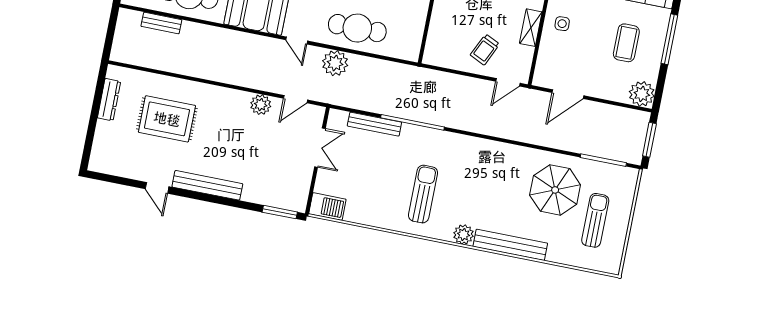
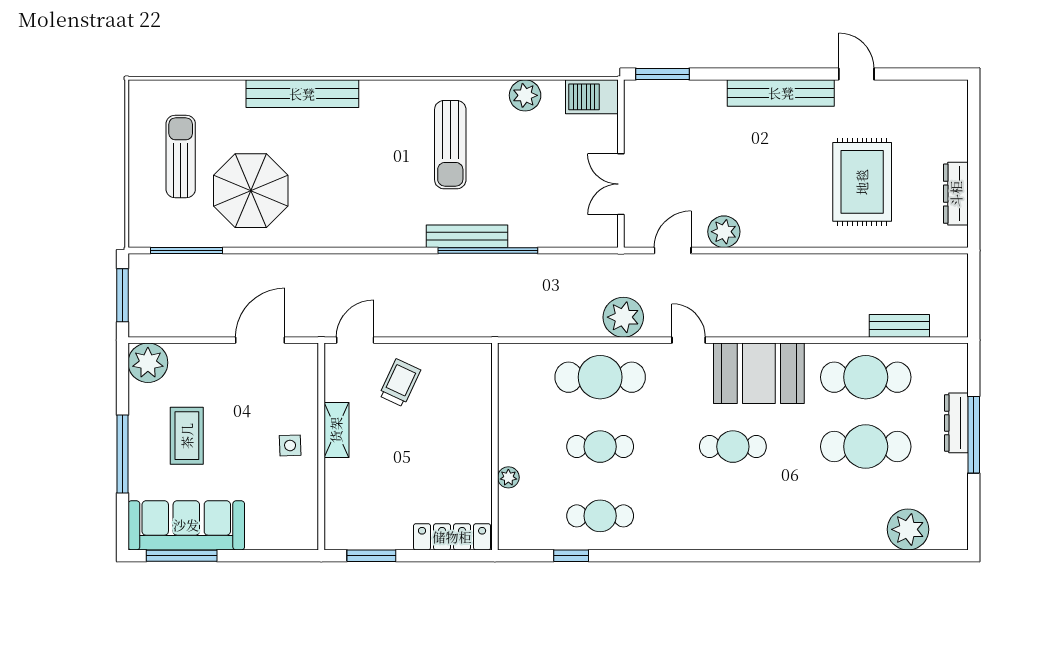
rug: (167, 119) -> (862, 182), turned 90
bench: (374, 124) -> (467, 236), moved
sun lounger: (595, 220) -> (181, 157), turned 180
plant: (463, 234) -> (525, 95), moved

